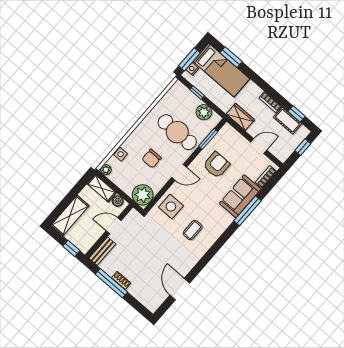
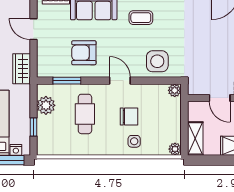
cafe table: (177, 132) -> (85, 114), width x0.73, depth x0.74
side table: (121, 154) -> (134, 141), moved
plant: (143, 195) -> (175, 90), width x0.53, depth x0.53
boiler: (118, 201) -> (194, 114), removed
coffee table: (193, 230) -> (141, 18), moved

